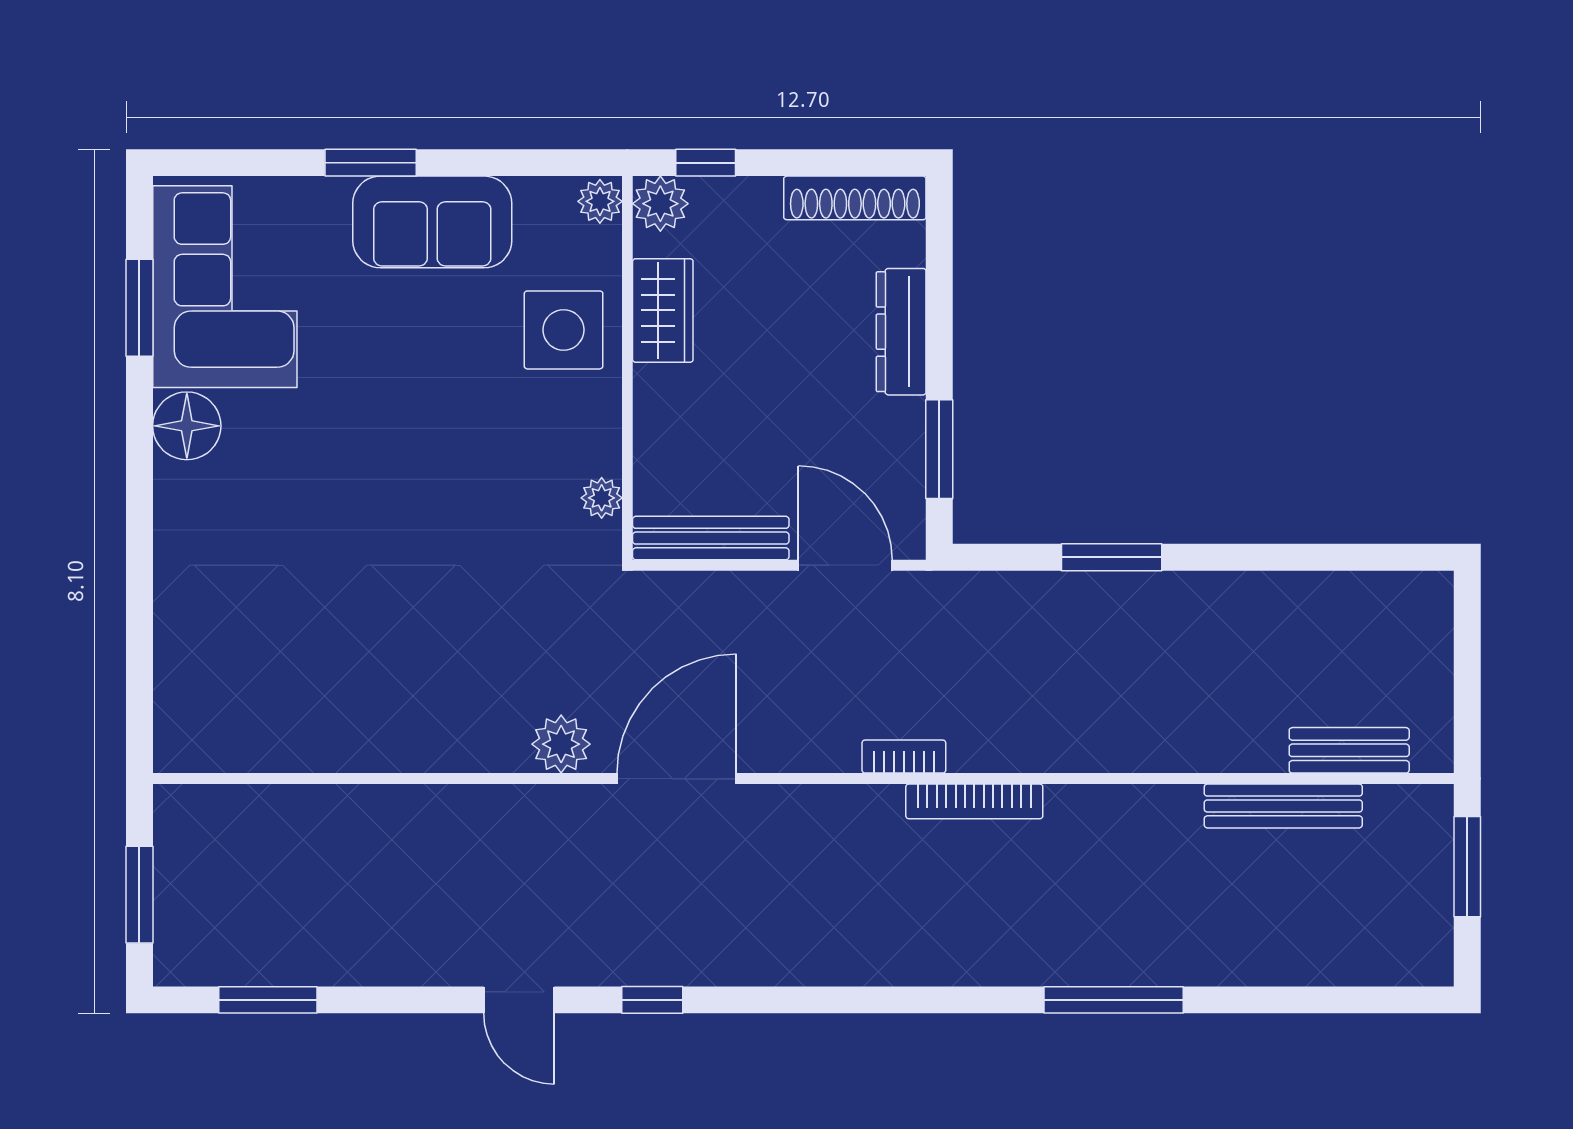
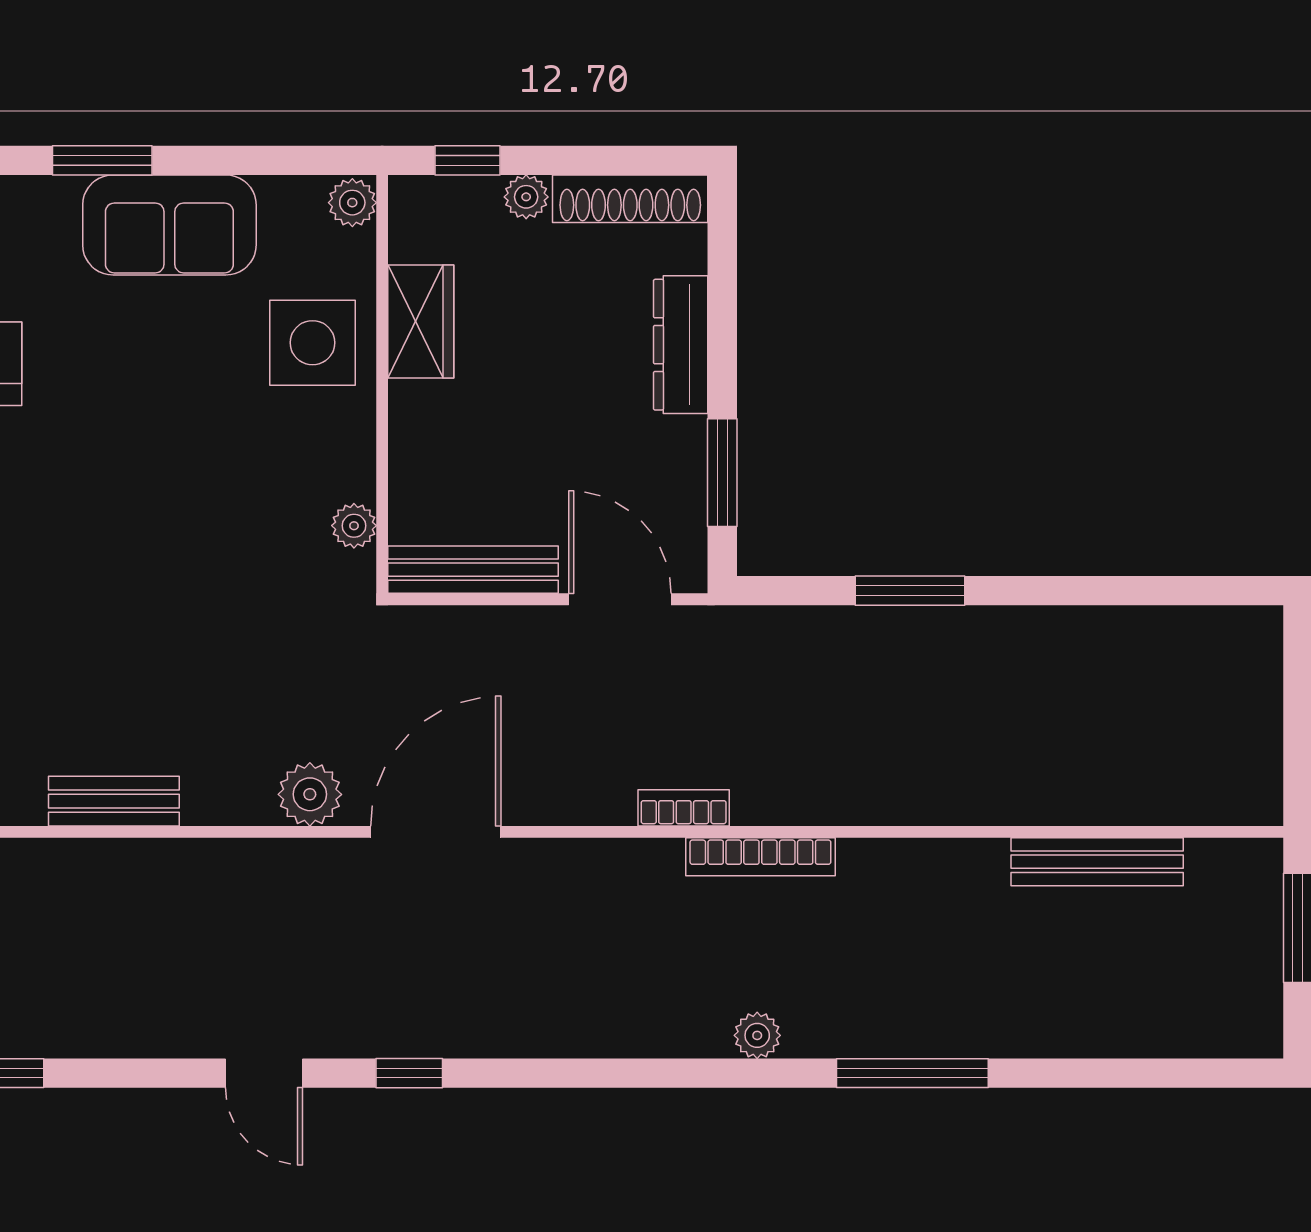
plant: (660, 204) -> (526, 197), moved, width x0.73, depth x0.73
bench: (1349, 750) -> (114, 801), moved
plant: (971, 965) -> (757, 1035), added

